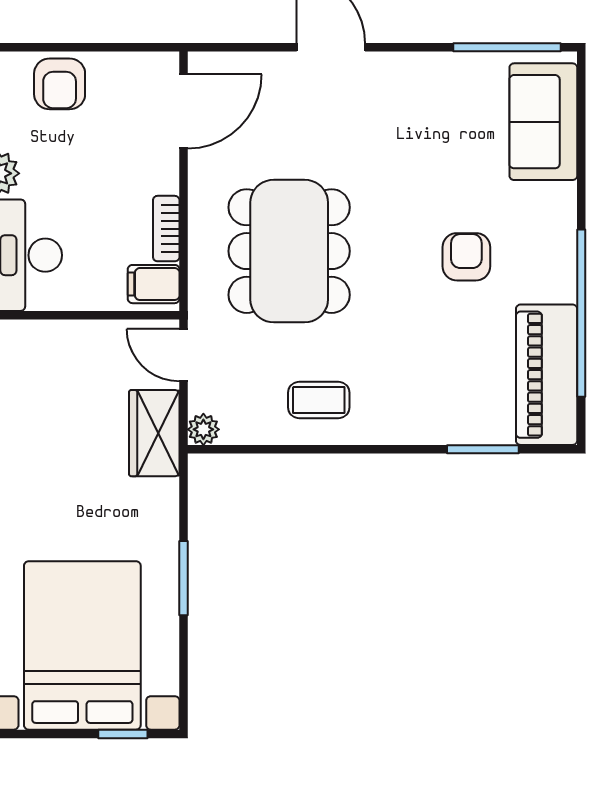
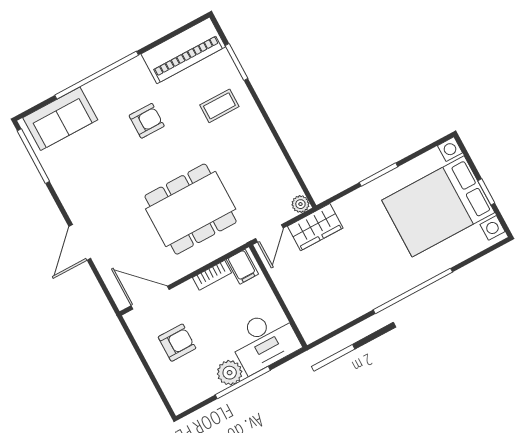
armchair: (60, 84) -> (177, 343), moved
armchair: (466, 257) -> (147, 121), turned 180
window: (581, 313) -> (97, 75), moved
coffee table: (319, 400) -> (219, 106), moved, turned 90
window: (123, 734) -> (486, 192), moved

